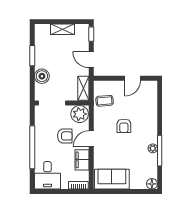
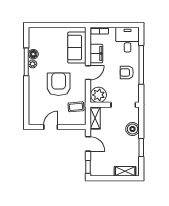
shelving: (63, 29) -> (125, 171), moved
armchair: (124, 126) -> (59, 84), width x1.88, depth x1.88
armchair: (65, 136) -> (127, 72), moved
sofa: (112, 179) -> (77, 48), moved, turned 90
floor lamp: (152, 184) -> (33, 54), moved

